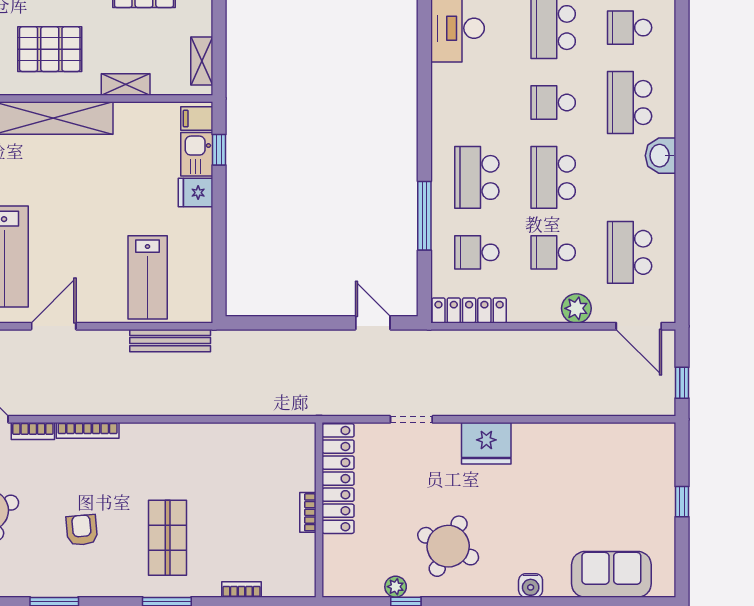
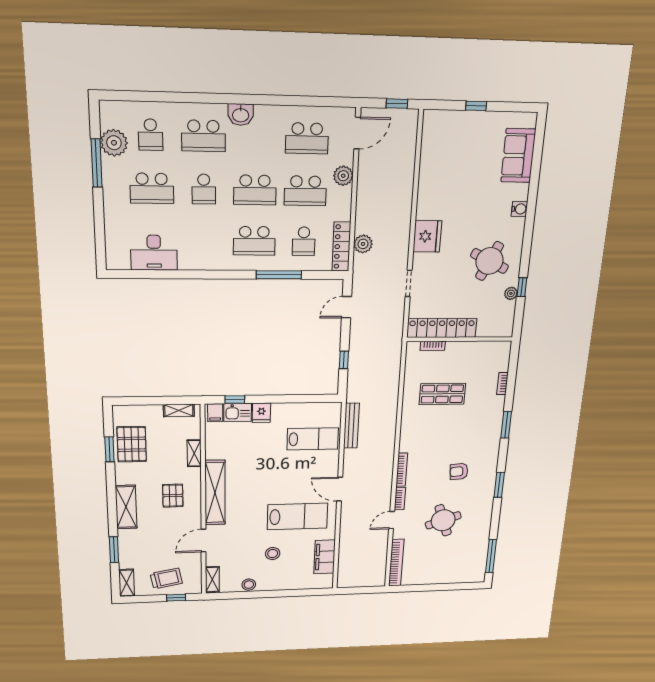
pallet: (50, 49) -> (173, 496), width x0.67, depth x0.71
school desk: (553, 252) -> (305, 191), width x1.85
window: (285, 323) -> (344, 360), added
plant: (474, 344) -> (363, 244), added
bookcase: (308, 512) -> (433, 346), moved
shop shelf: (168, 538) -> (442, 394), moved

